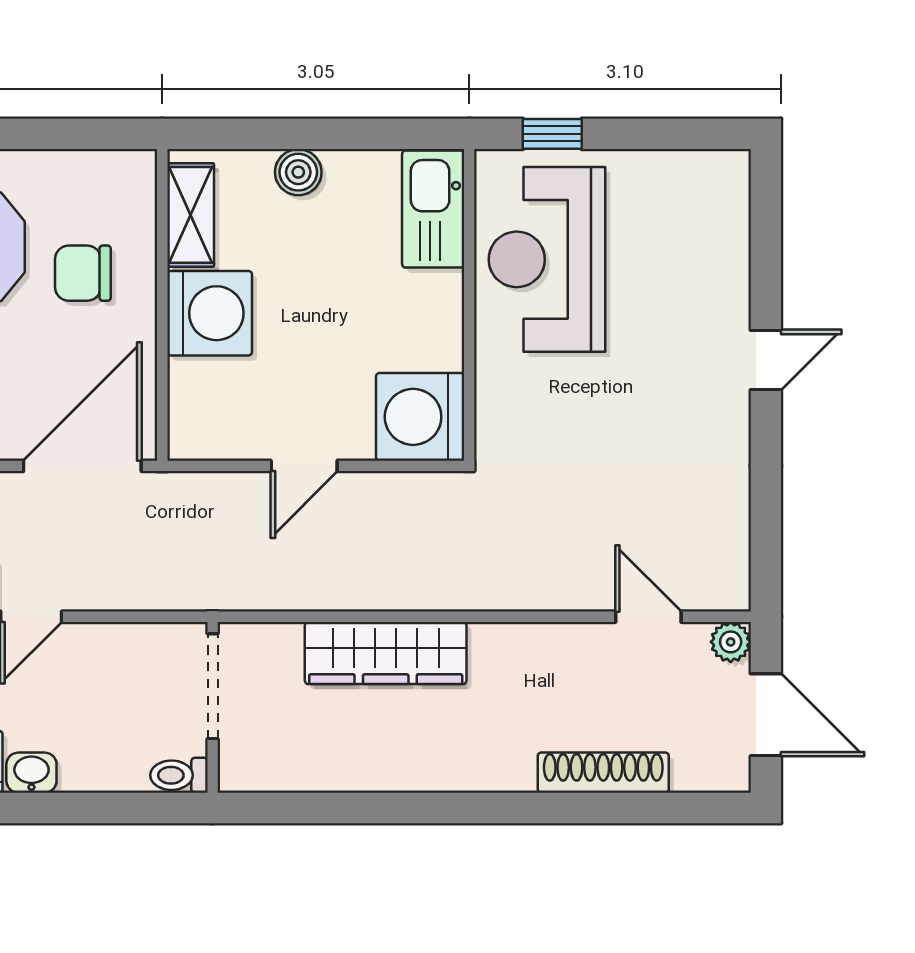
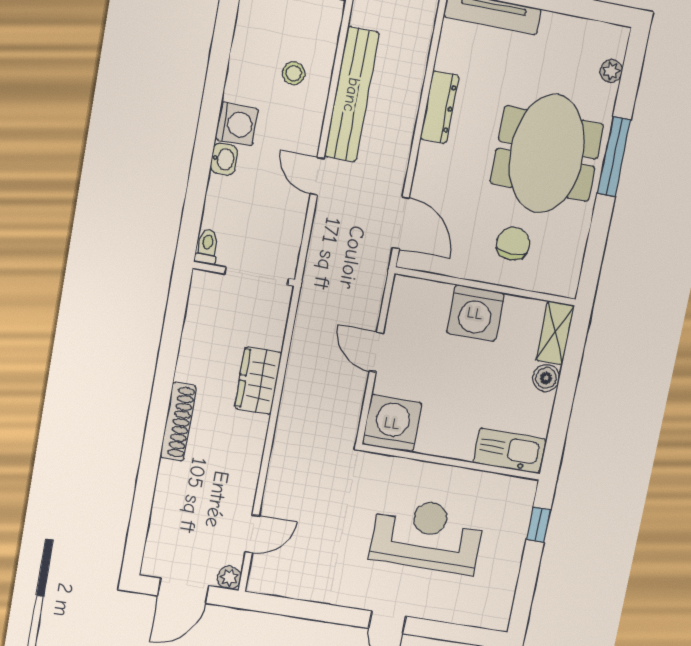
shelving: (191, 215) -> (555, 333), moved, turned 90
reception desk: (547, 259) -> (427, 535), moved
door: (82, 466) -> (401, 223), width x0.73
wardrobe: (386, 653) -> (258, 380), width x0.67
shoe rack: (603, 773) -> (178, 422), moved

